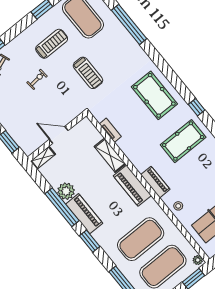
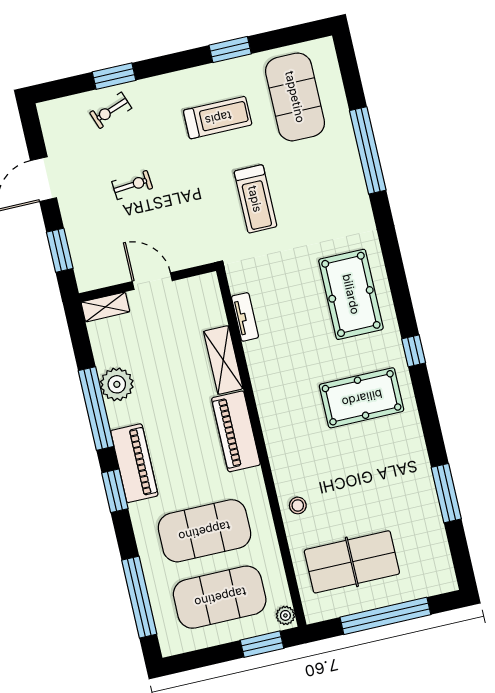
exercise bike: (37, 79) -> (132, 185), moved
piano: (155, 182) -> (279, 445), removed
piano: (84, 214) -> (134, 463), moved

